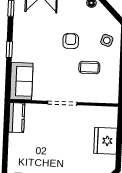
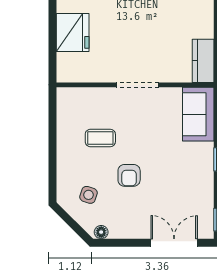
side table: (107, 40) -> (89, 195), moved

